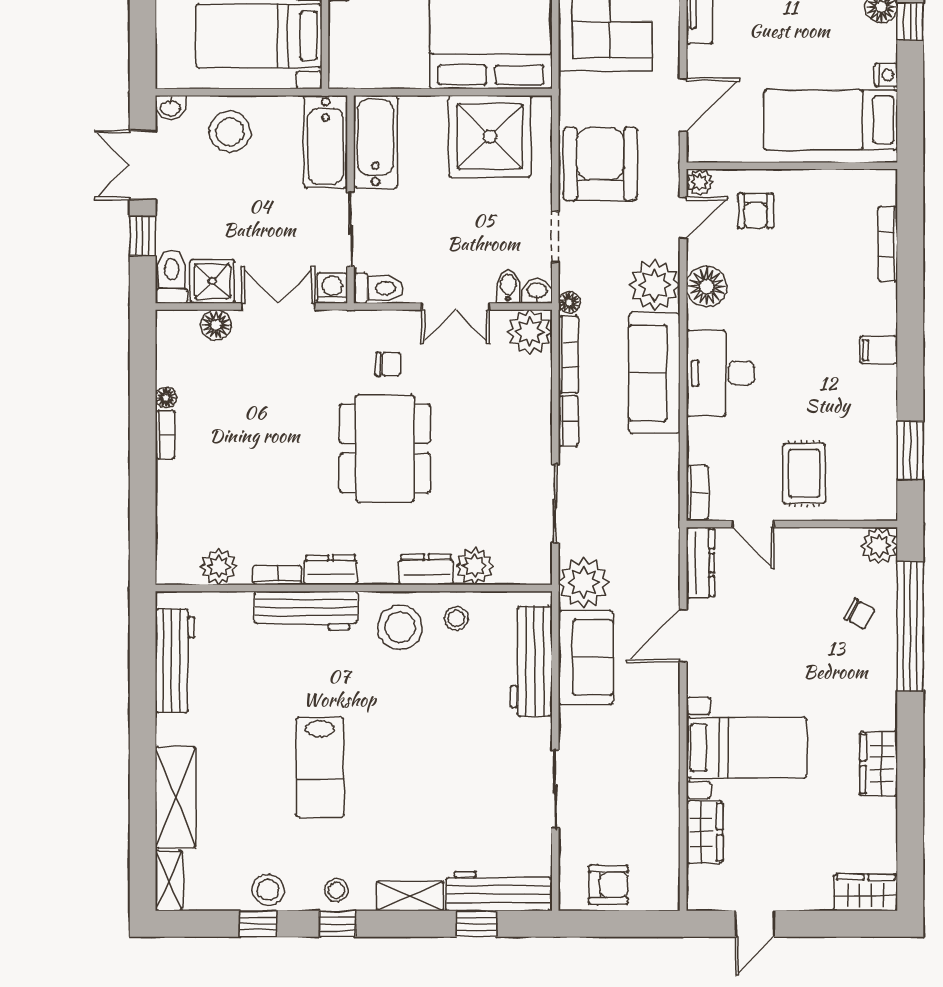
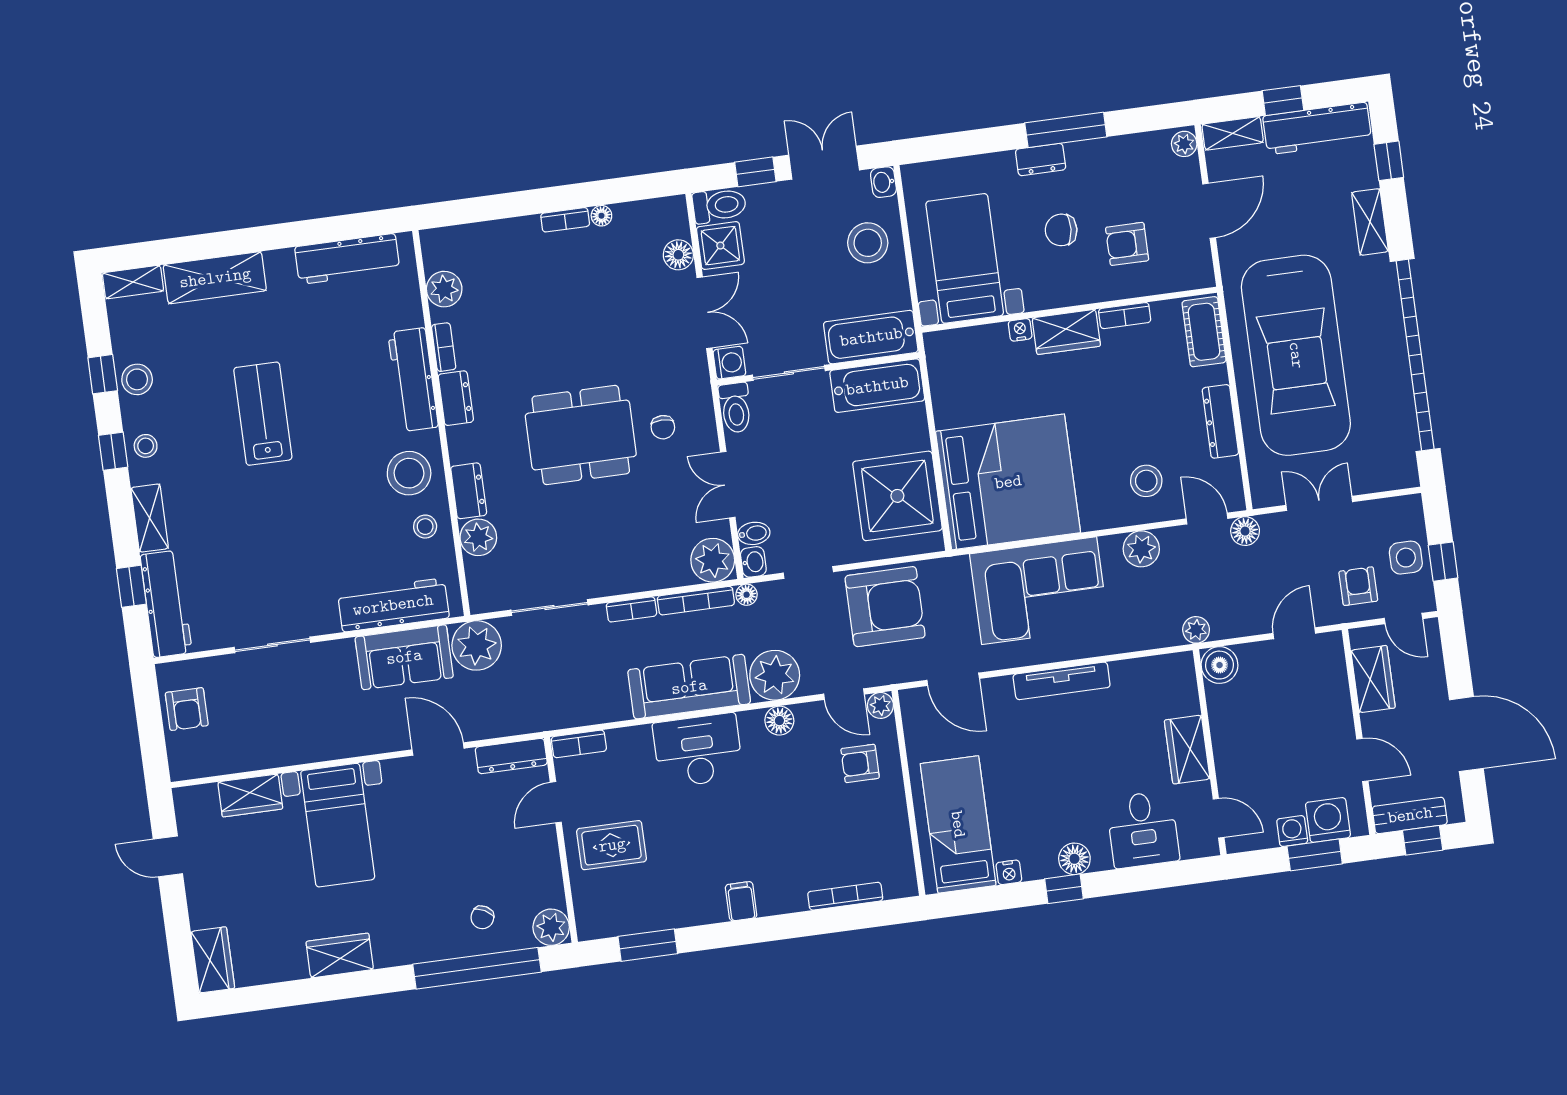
floor lamp: (707, 287) -> (779, 721), width x0.73, depth x0.73
lab bench: (320, 767) -> (263, 414), turned 90

